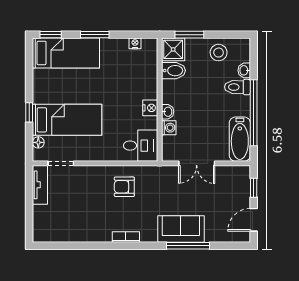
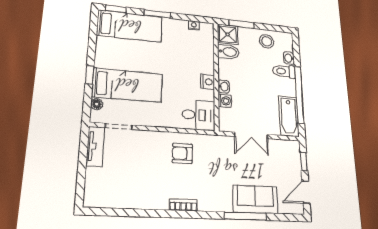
sofa: (181, 229) -> (255, 199), moved

